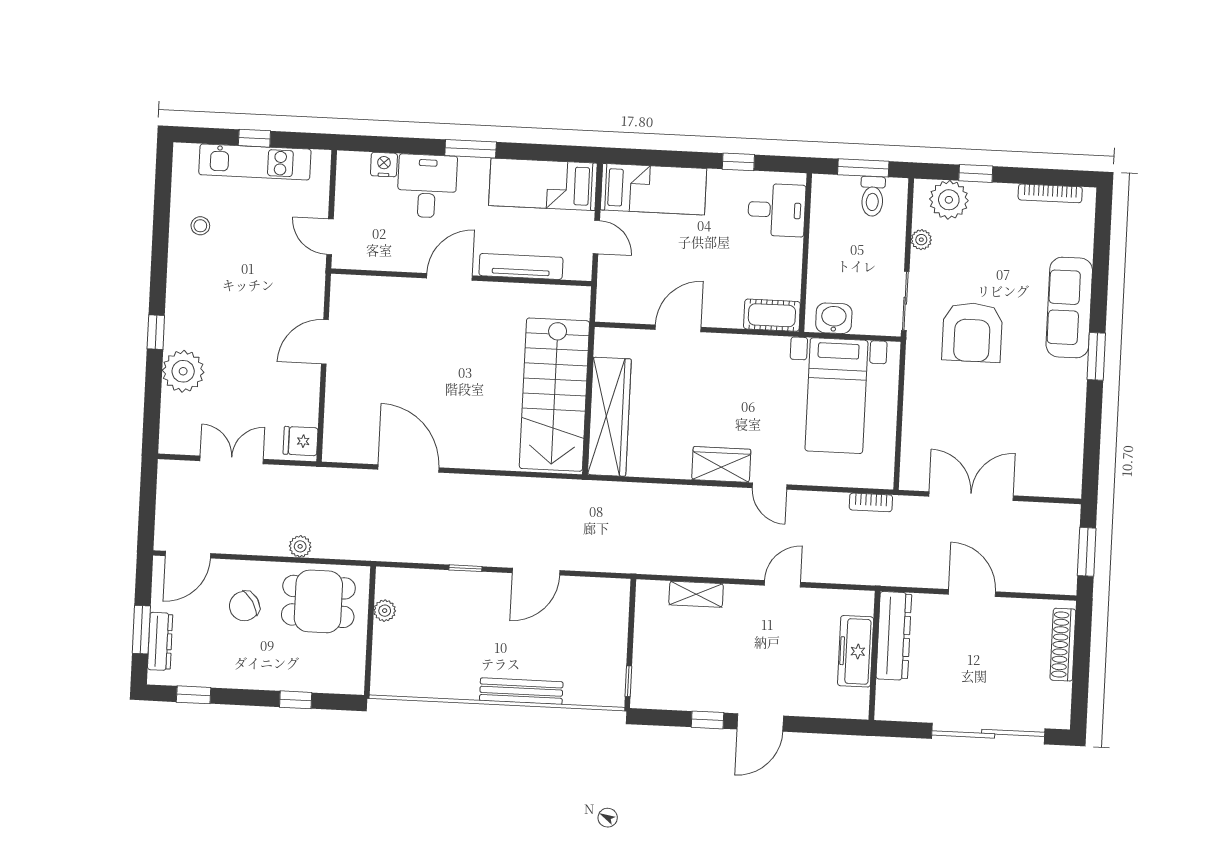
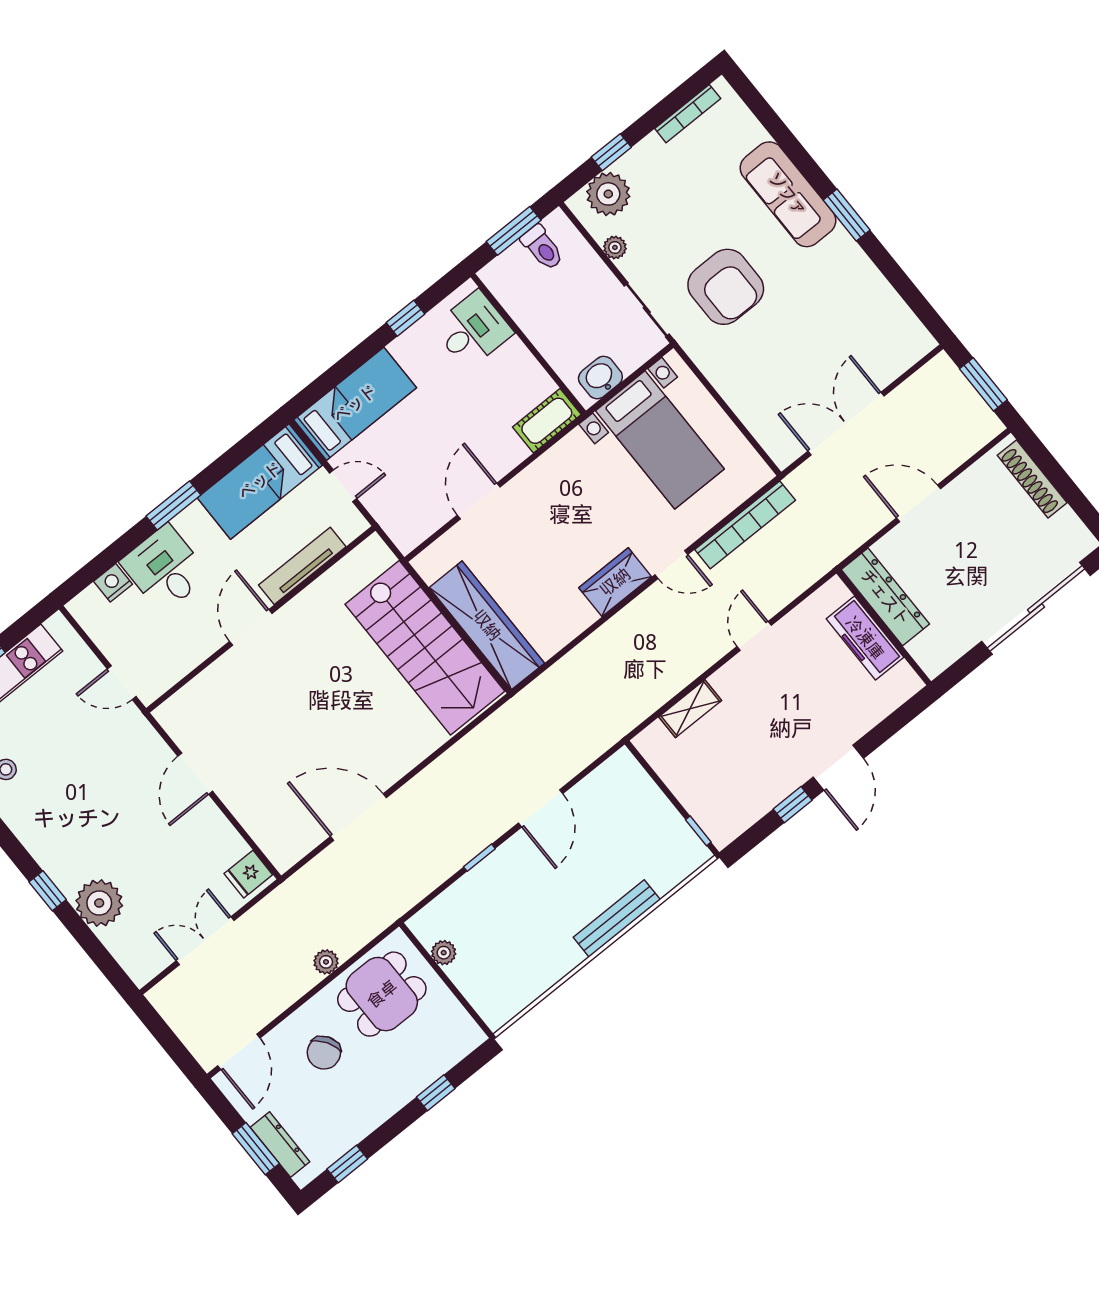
bookcase: (871, 502) -> (745, 525), width x2.31, depth x1.31

